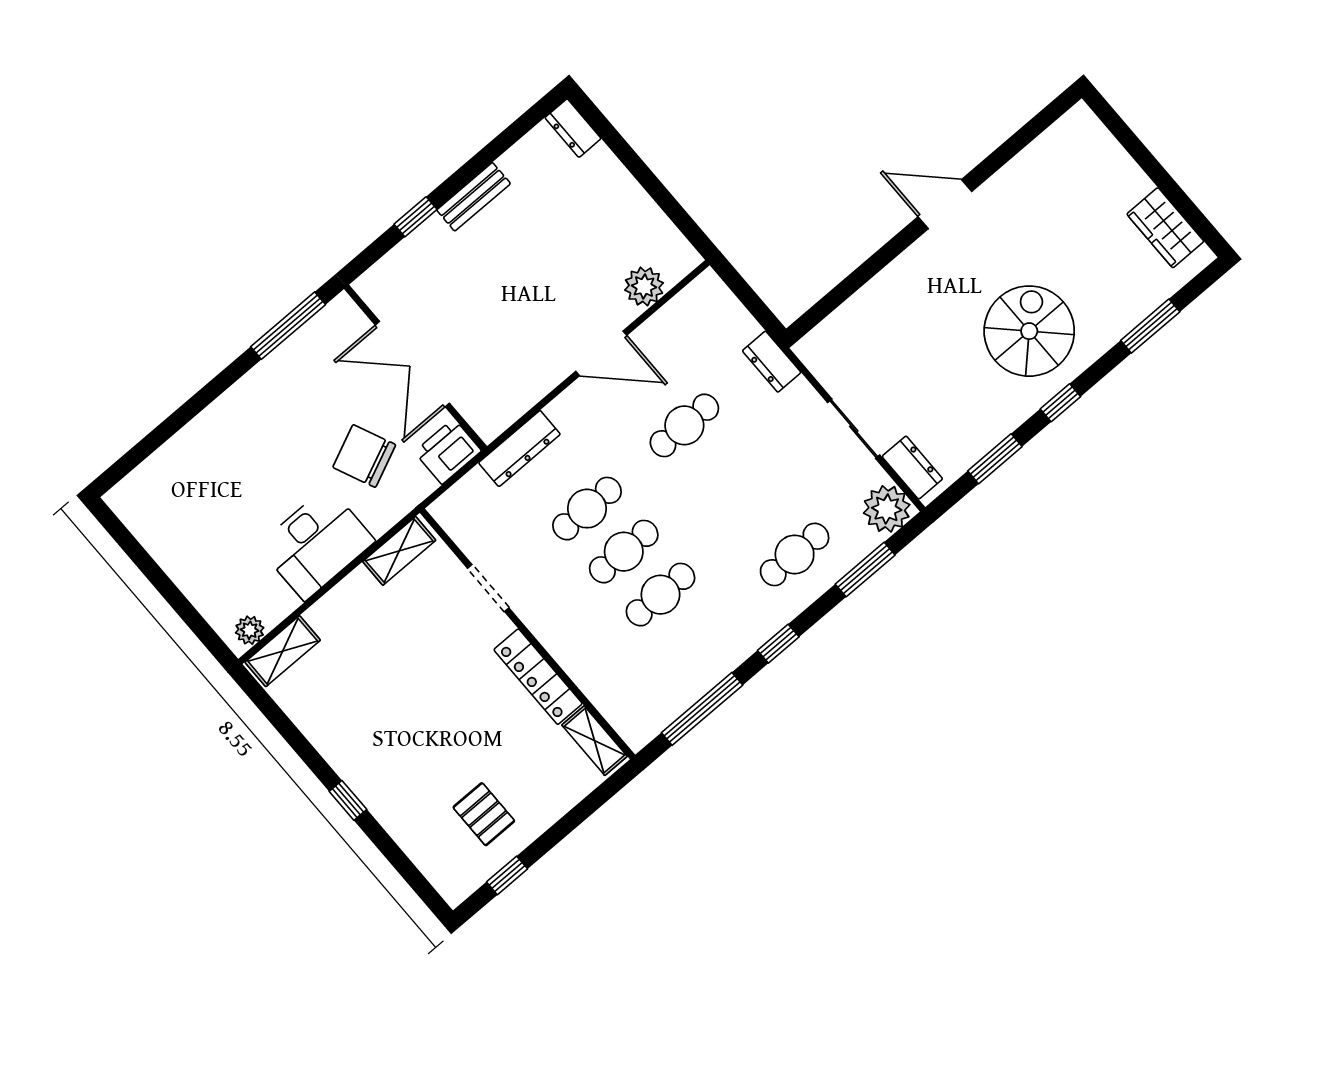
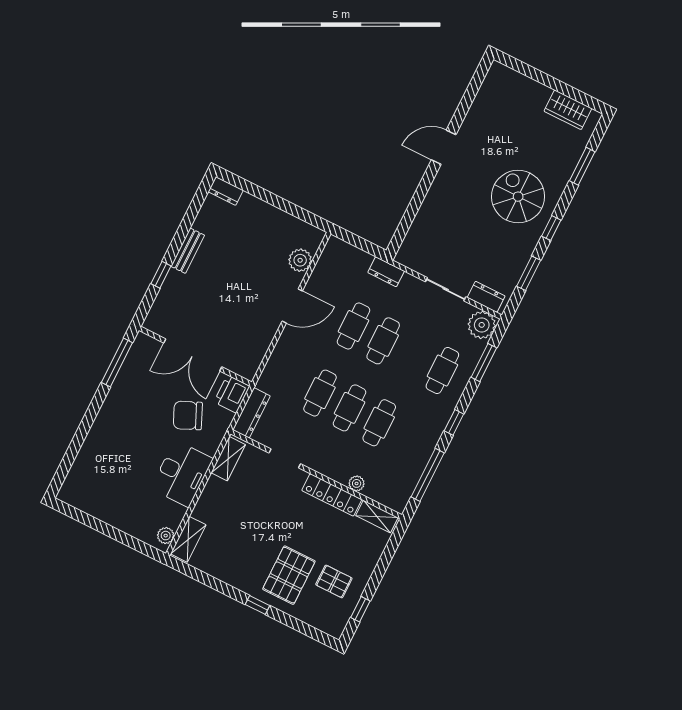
dresser: (519, 449) -> (251, 413), moved
cafe table: (721, 468) -> (383, 341), added
plant: (585, 675) -> (357, 483), added
pallet: (417, 774) -> (289, 575), added

